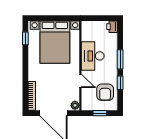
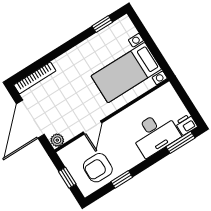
bed with nightstands: (55, 42) -> (126, 73), width x0.73
desk: (93, 56) -> (155, 134), moved, turned 180
window: (120, 59) -> (180, 142), moved

